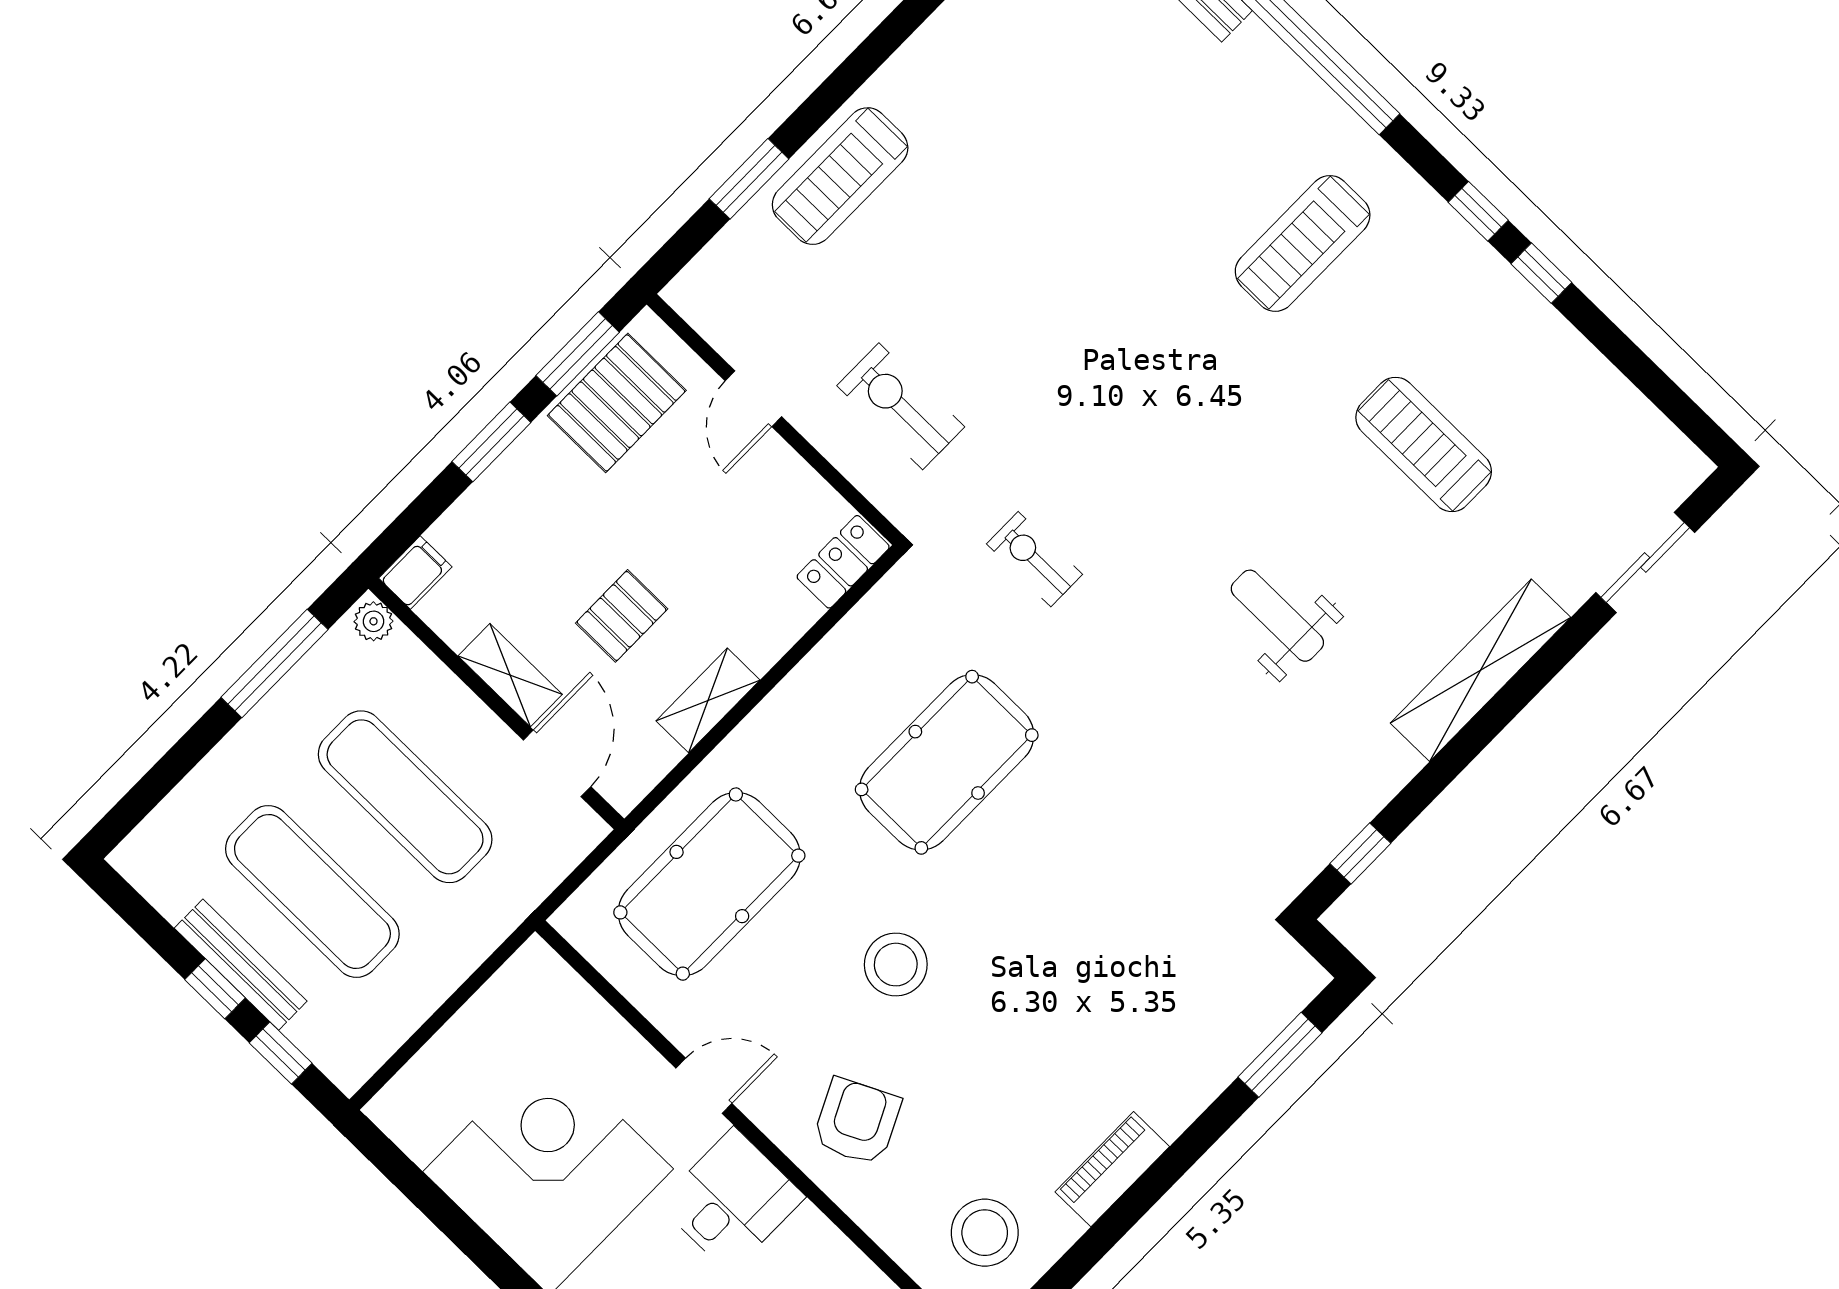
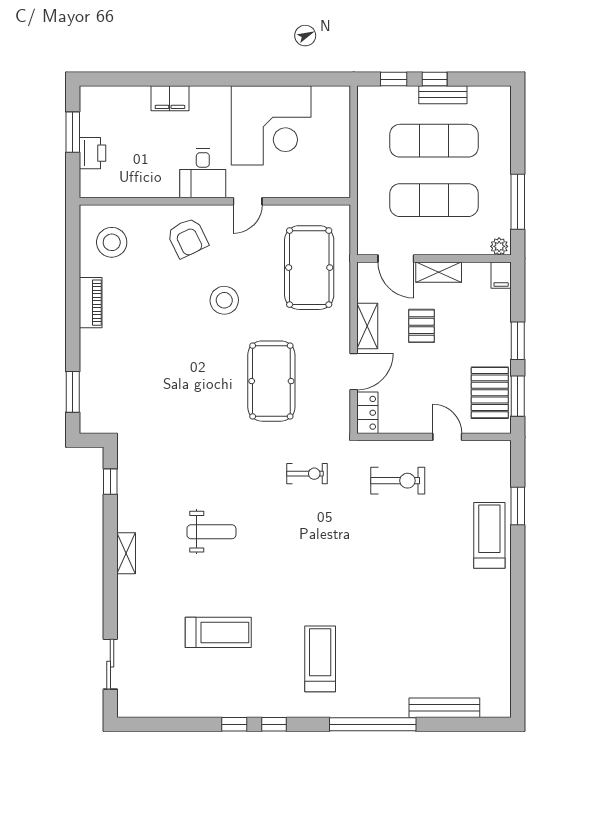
door: (801, 649) -> (354, 372), added
shelving: (1480, 670) -> (126, 553), width x0.45, depth x0.75
bench: (241, 965) -> (443, 95), width x0.73

